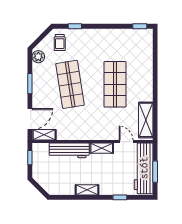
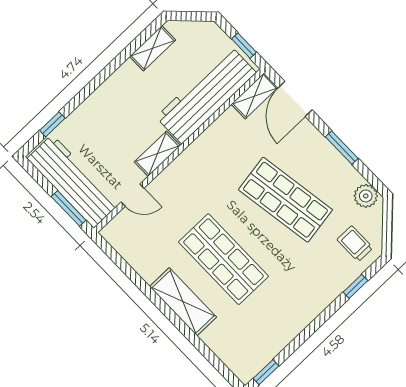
shelving: (146, 120) -> (183, 302), moved
workbench: (69, 150) -> (206, 95), width x1.36, depth x1.32
window: (155, 172) -> (69, 208), moved
shelving: (87, 190) -> (153, 48), moved
window: (120, 197) -> (52, 124), moved

